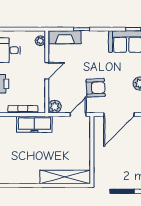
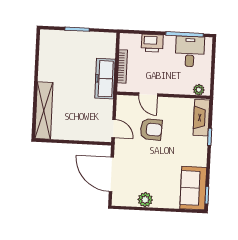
door: (47, 71) -> (148, 95), moved
armchair: (96, 88) -> (151, 129), moved, turned -84
plant: (55, 107) -> (124, 102), removed

